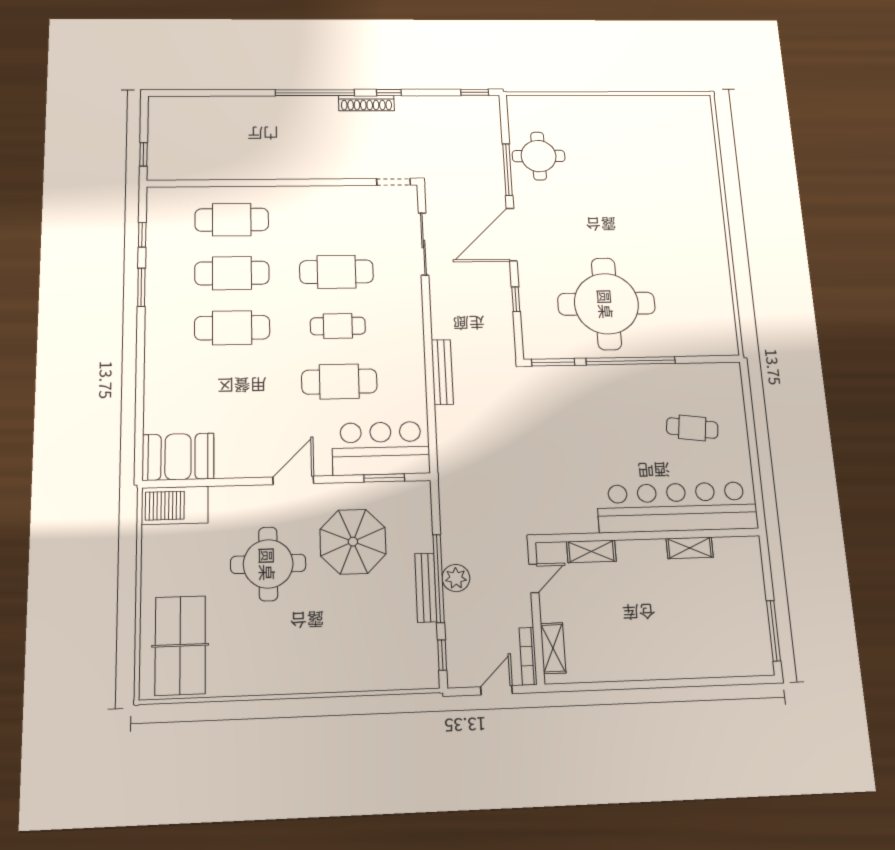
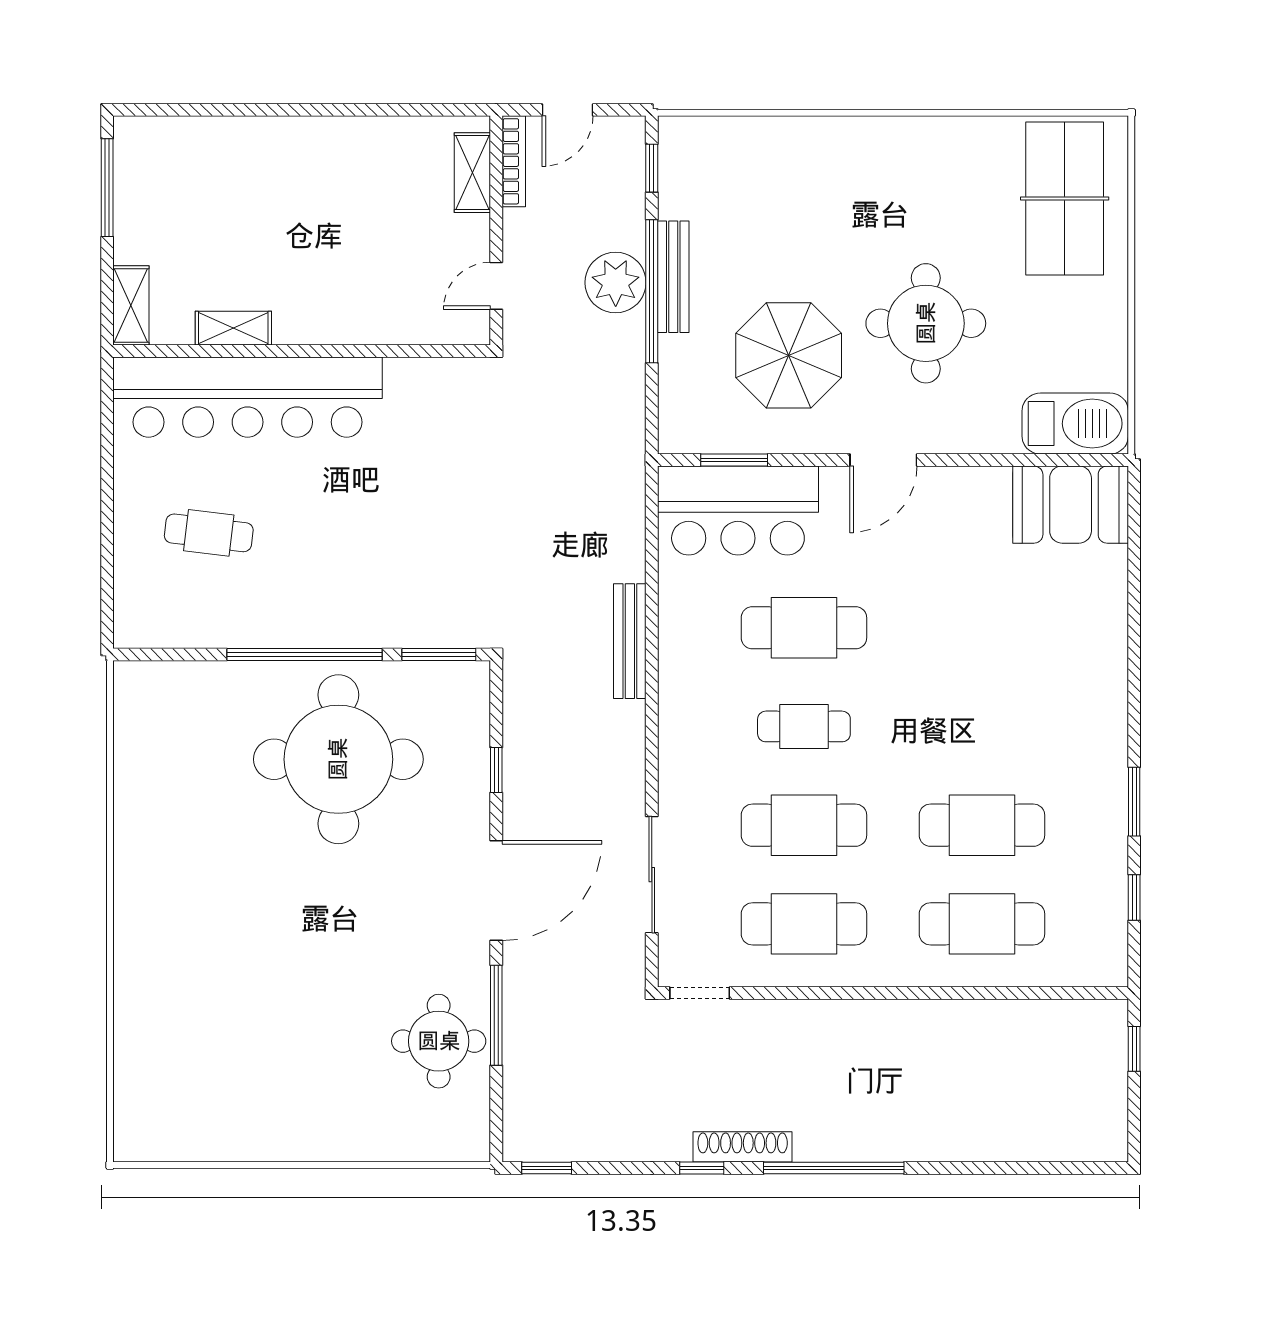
cafe table: (232, 328) -> (804, 924), moved
shelving: (591, 551) -> (131, 305), moved, turned 90
plant: (456, 578) -> (616, 283), width x1.36, depth x1.36

